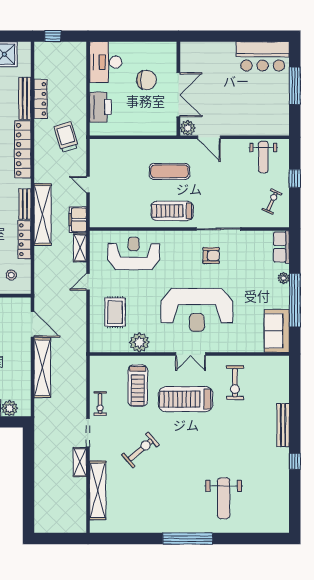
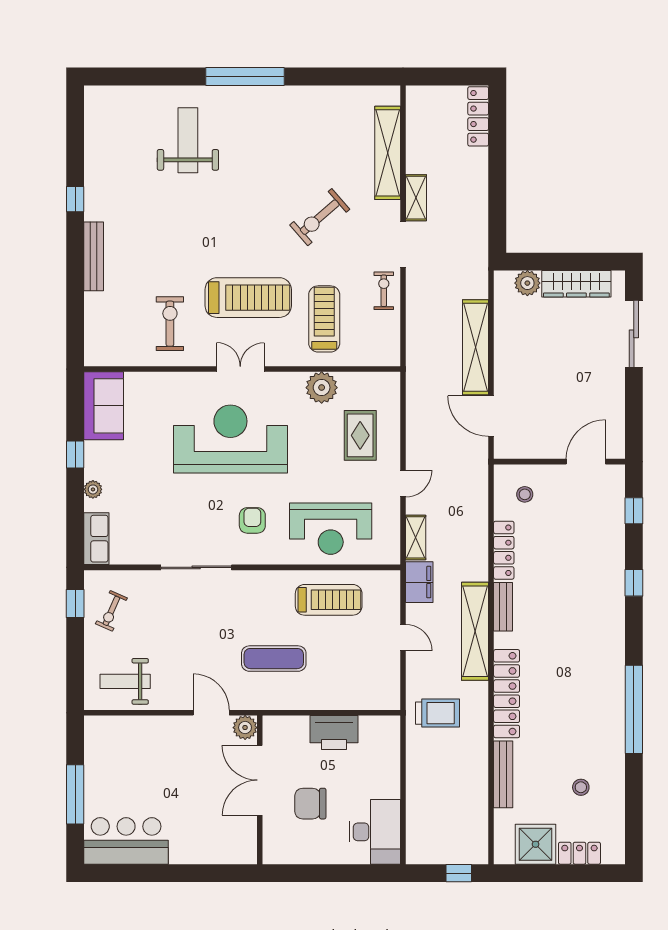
locker: (41, 99) -> (478, 116), moved
printer: (100, 107) -> (334, 732), moved, turned -90
trolley: (66, 137) -> (437, 713), turned -74
weight bench: (263, 157) -> (125, 681), turned -90
window: (295, 179) -> (75, 604), moved
treadmill: (172, 211) -> (329, 600), moved
shelving: (43, 215) -> (475, 631), moved
armchair: (211, 256) -> (252, 520), moved, turned 90
window: (295, 300) -> (75, 454), width x0.32

